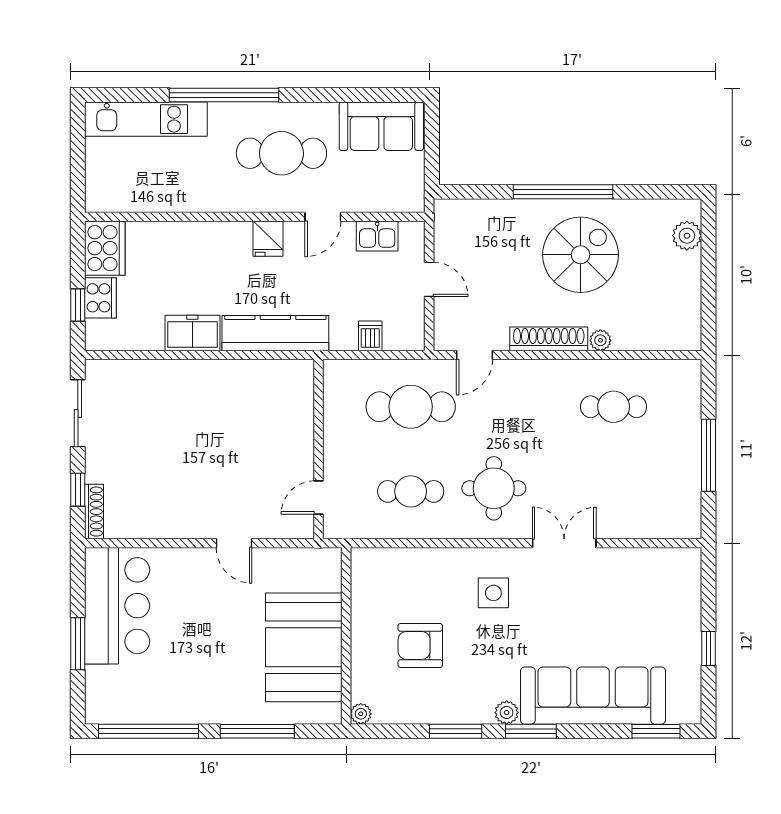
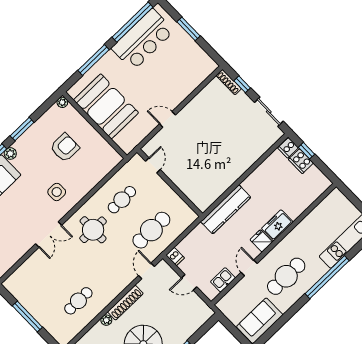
cooker: (105, 248) -> (288, 148), moved, width x0.53, depth x0.76
freezer: (192, 333) -> (277, 225), moved, turned 180
dishwasher: (370, 336) -> (175, 257), moved
bar counter: (117, 606) -> (143, 40), moved, turned -90

